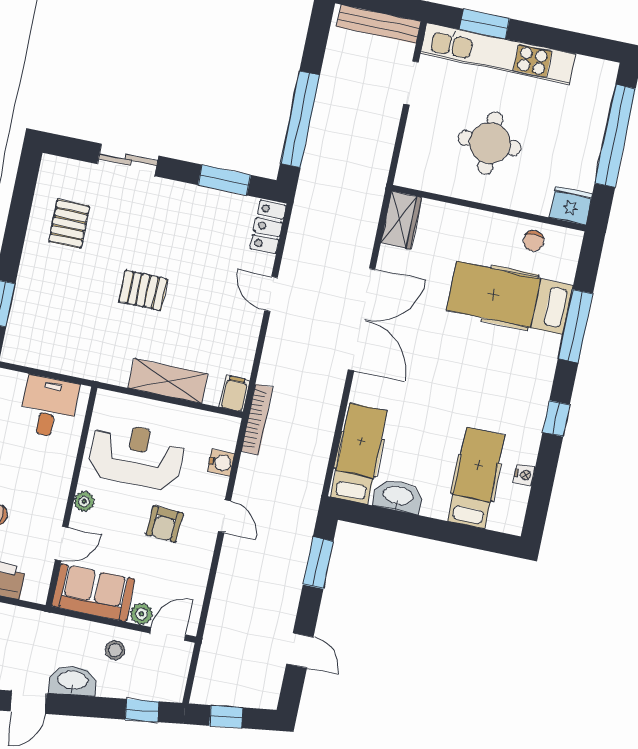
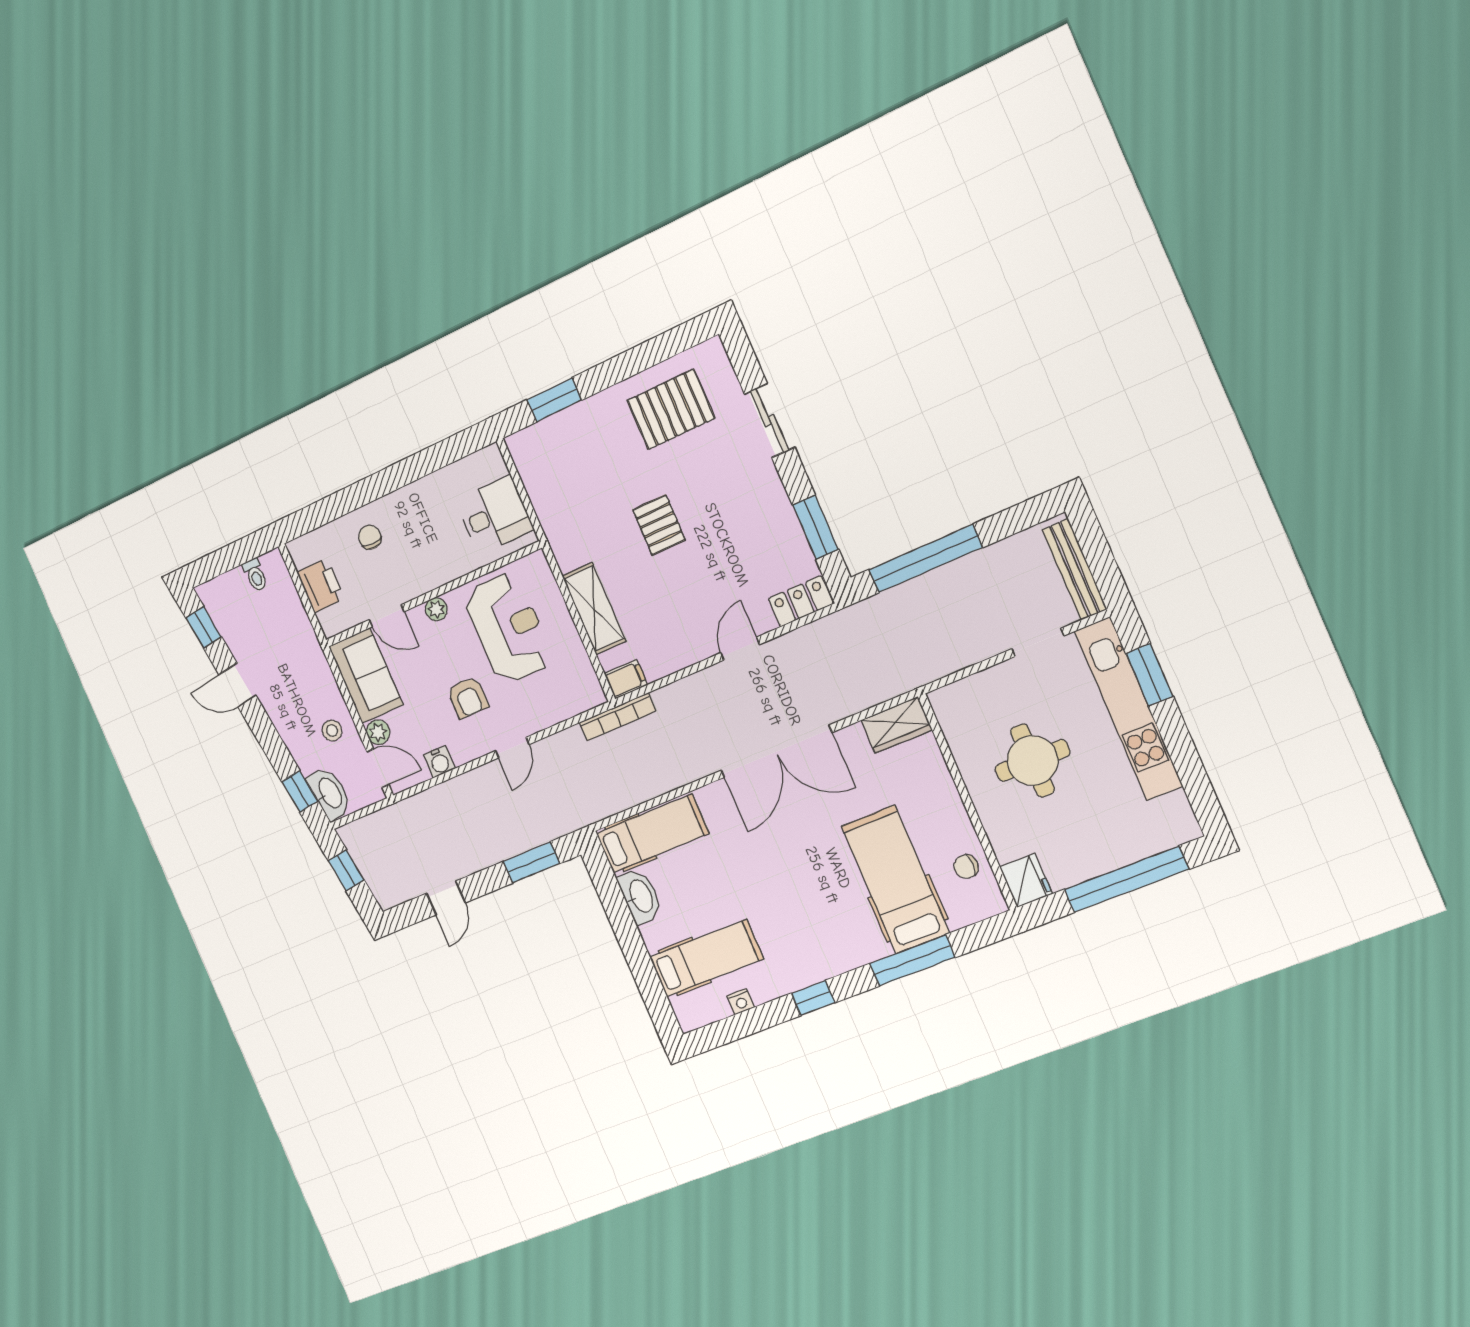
pallet: (69, 224) -> (671, 409), width x1.50, depth x1.42
water cooler: (221, 463) -> (439, 762), moved
armchair: (165, 524) -> (468, 697), turned -93
washbasin: (73, 681) -> (330, 793), moved

